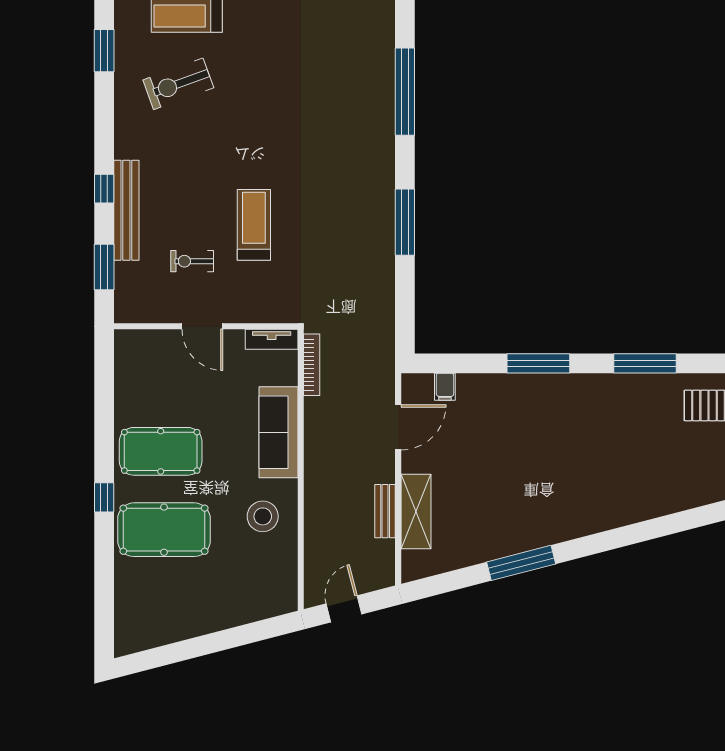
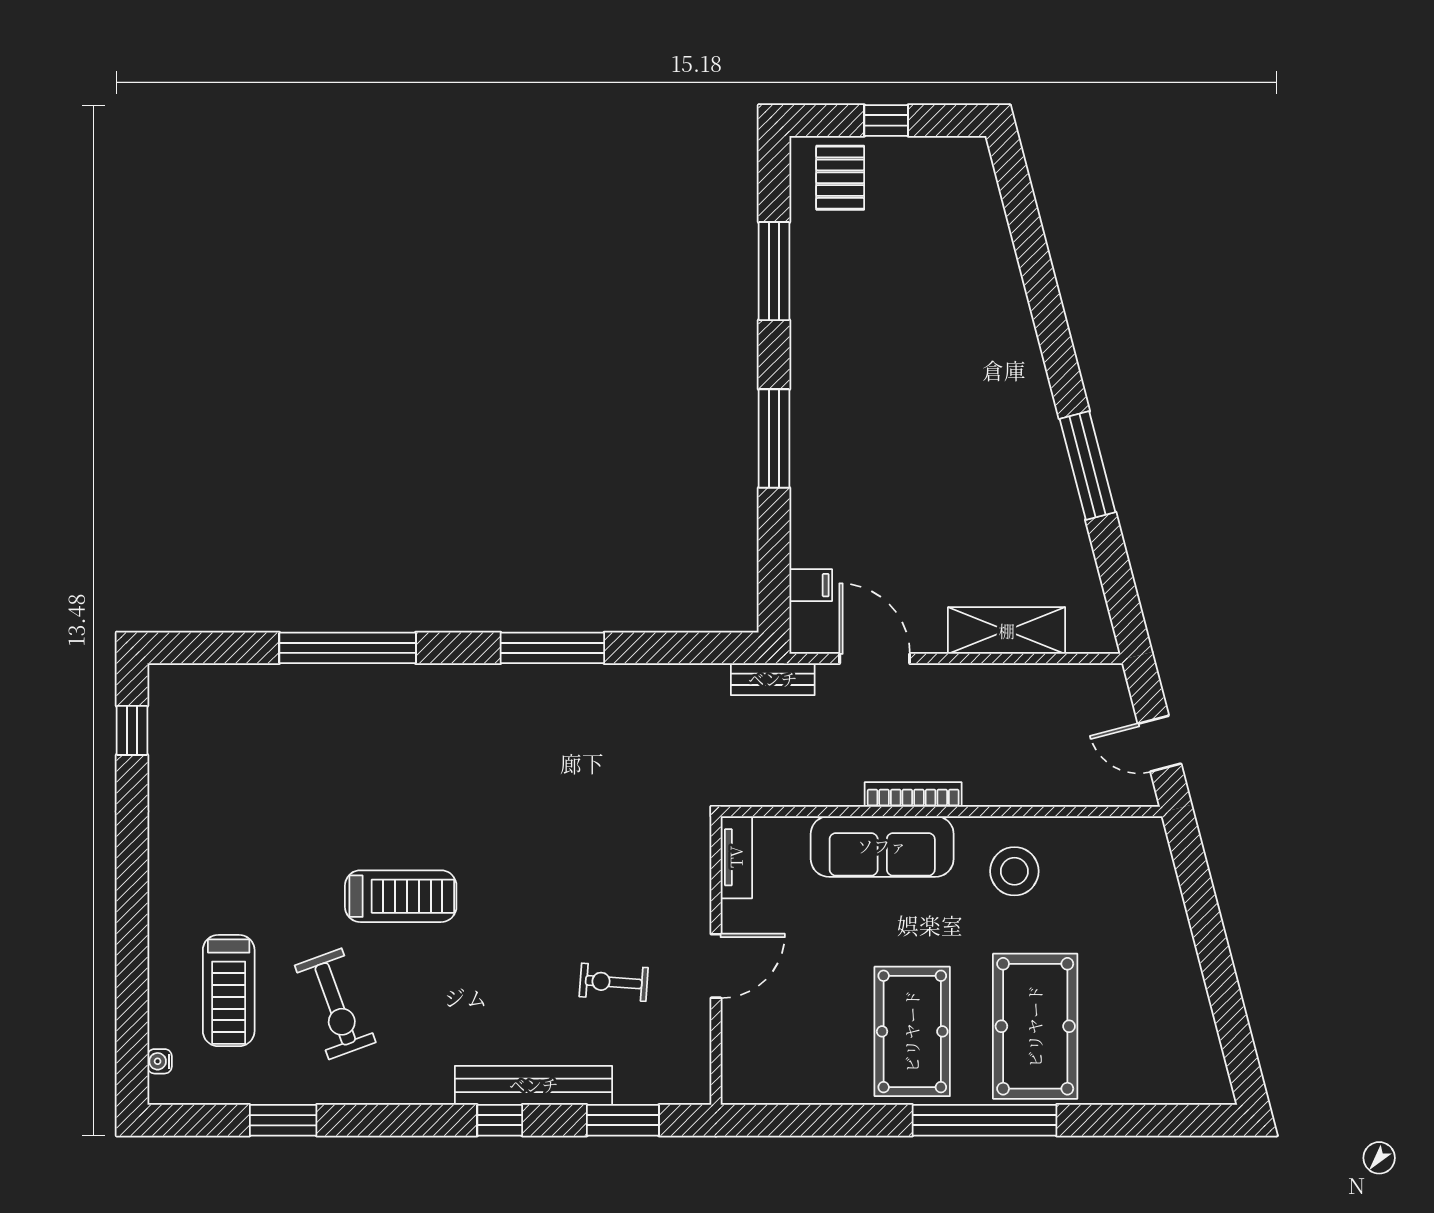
treadmill: (254, 225) -> (401, 896), moved, turned 180
exercise bike: (192, 261) -> (614, 982), turned 94
bookcase: (312, 365) -> (913, 794), moved
window: (104, 497) -> (984, 1120), width x3.17
bench: (385, 511) -> (773, 679), moved

